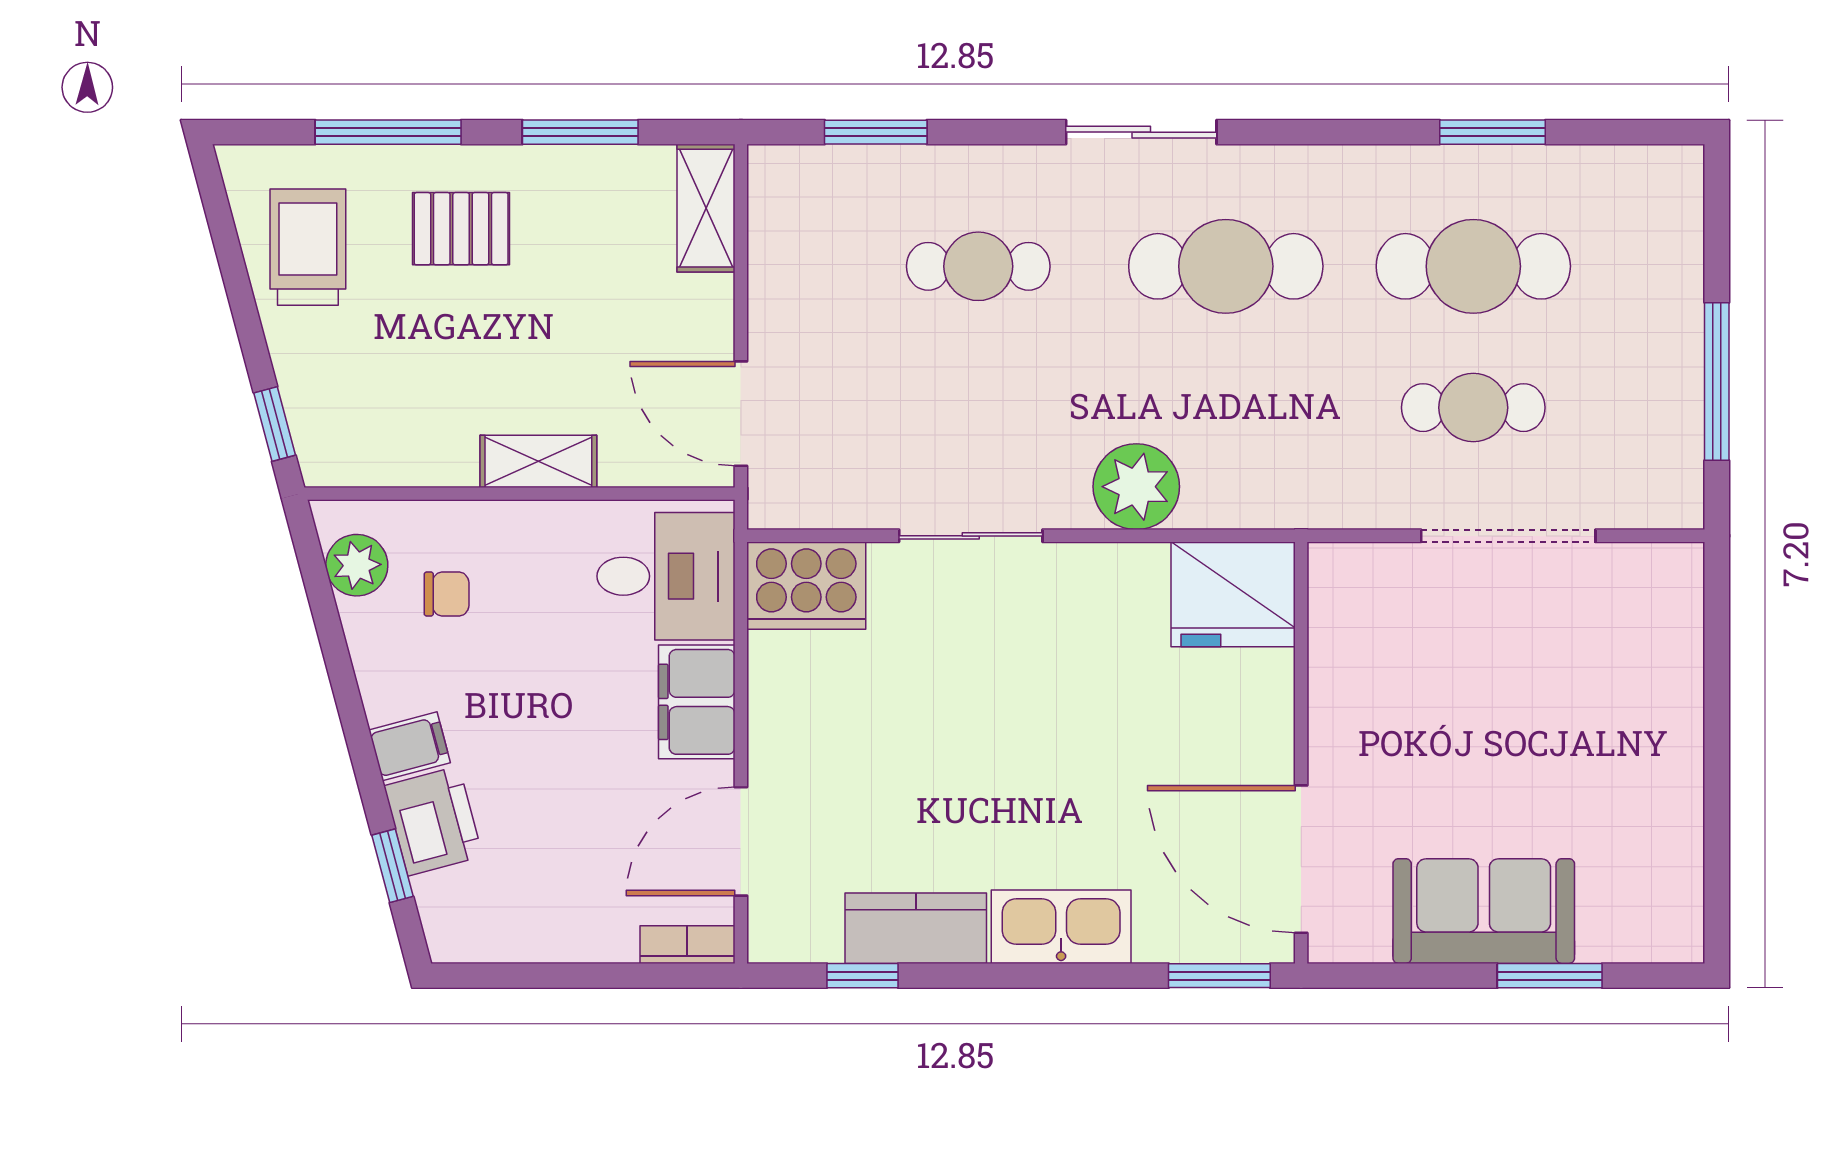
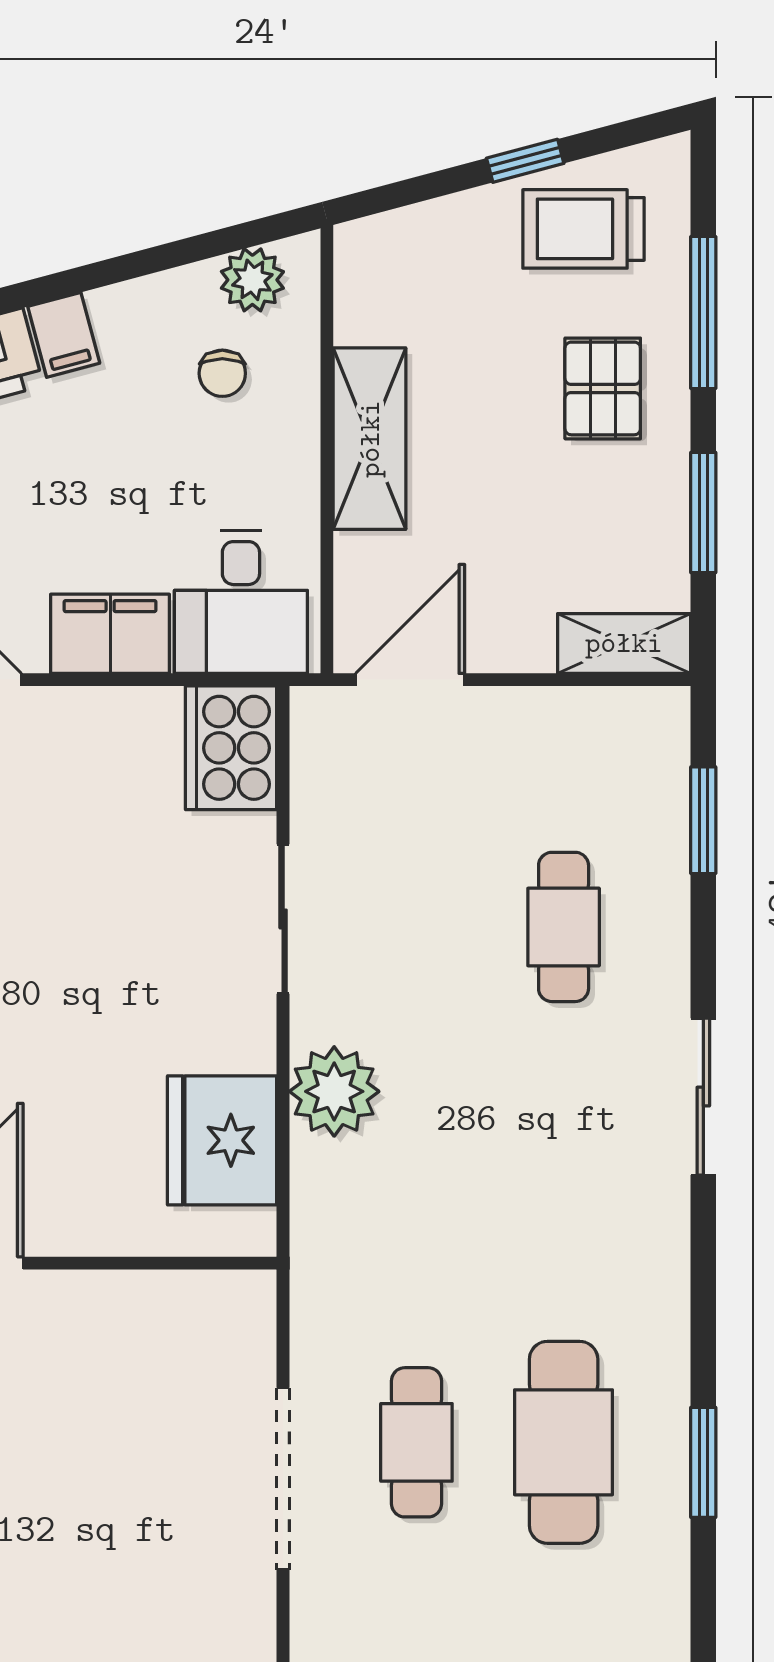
trolley: (308, 247) -> (583, 229), turned 180
cafe table: (1226, 266) -> (564, 1185), removed
window: (275, 424) -> (525, 161), moved
shelving: (538, 461) -> (370, 439), width x1.50, depth x1.33
fridge: (1233, 594) -> (222, 1140), moved

